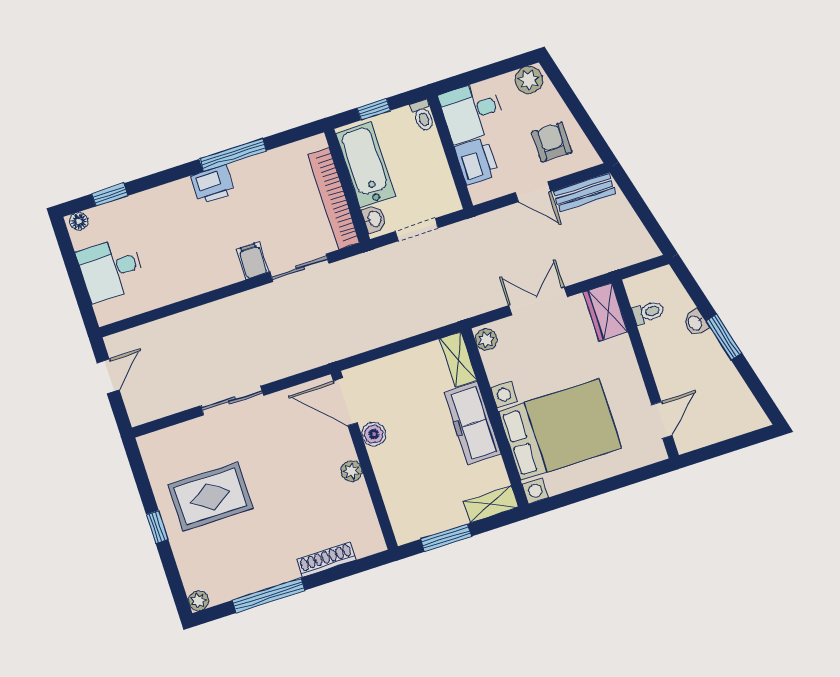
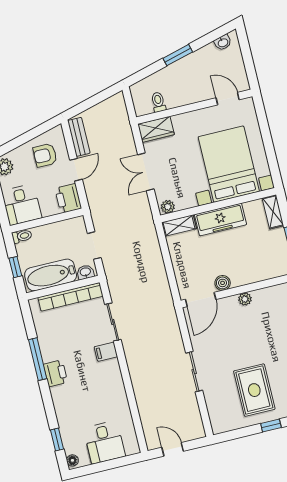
printer: (476, 161) -> (68, 198), moved, turned -90
washbasin: (695, 323) -> (223, 43), moved

